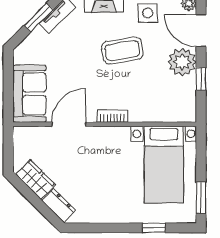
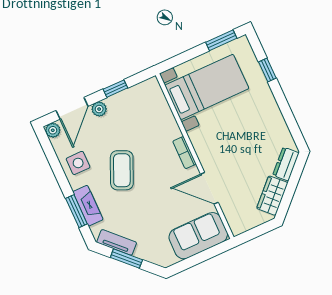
coffee table: (122, 50) -> (122, 170), turned 33
plant: (182, 62) -> (99, 109), width x0.53, depth x0.53

